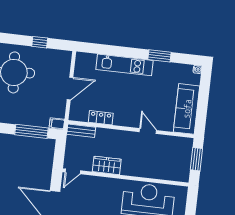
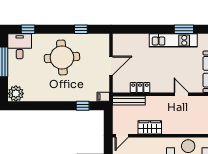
kitchen unit: (125, 65) -> (173, 40), moved
window: (31, 131) -> (83, 106), width x0.46
bench: (81, 131) -> (129, 100), width x1.36

